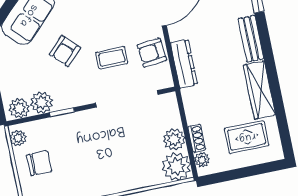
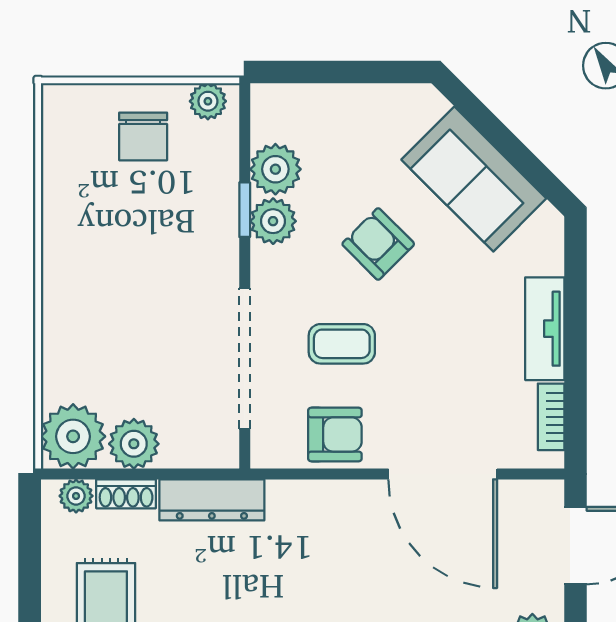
armchair: (152, 53) -> (335, 434), turned 96
coffee table: (112, 58) -> (342, 344), turned 90
dresser: (184, 64) -> (212, 500), moved
plant: (19, 108) -> (273, 221), moved

